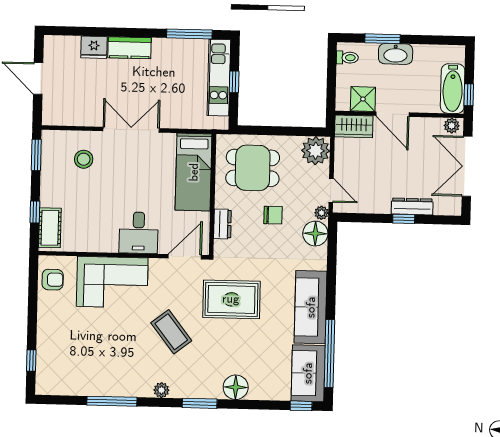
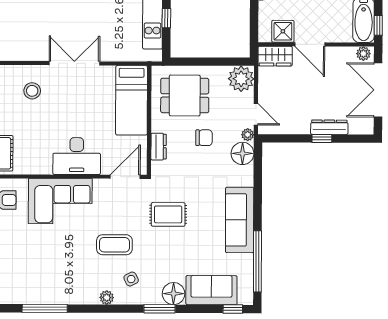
desk: (139, 233) -> (77, 156), width x1.37
rug: (231, 299) -> (168, 214), width x0.73, depth x0.70
coffee table: (171, 332) -> (114, 245), turned -52
side table: (189, 370) -> (131, 279), added
sofa: (308, 373) -> (211, 290), moved, turned 90
window: (112, 401) -> (45, 308), moved
window: (200, 403) -> (160, 309), moved

